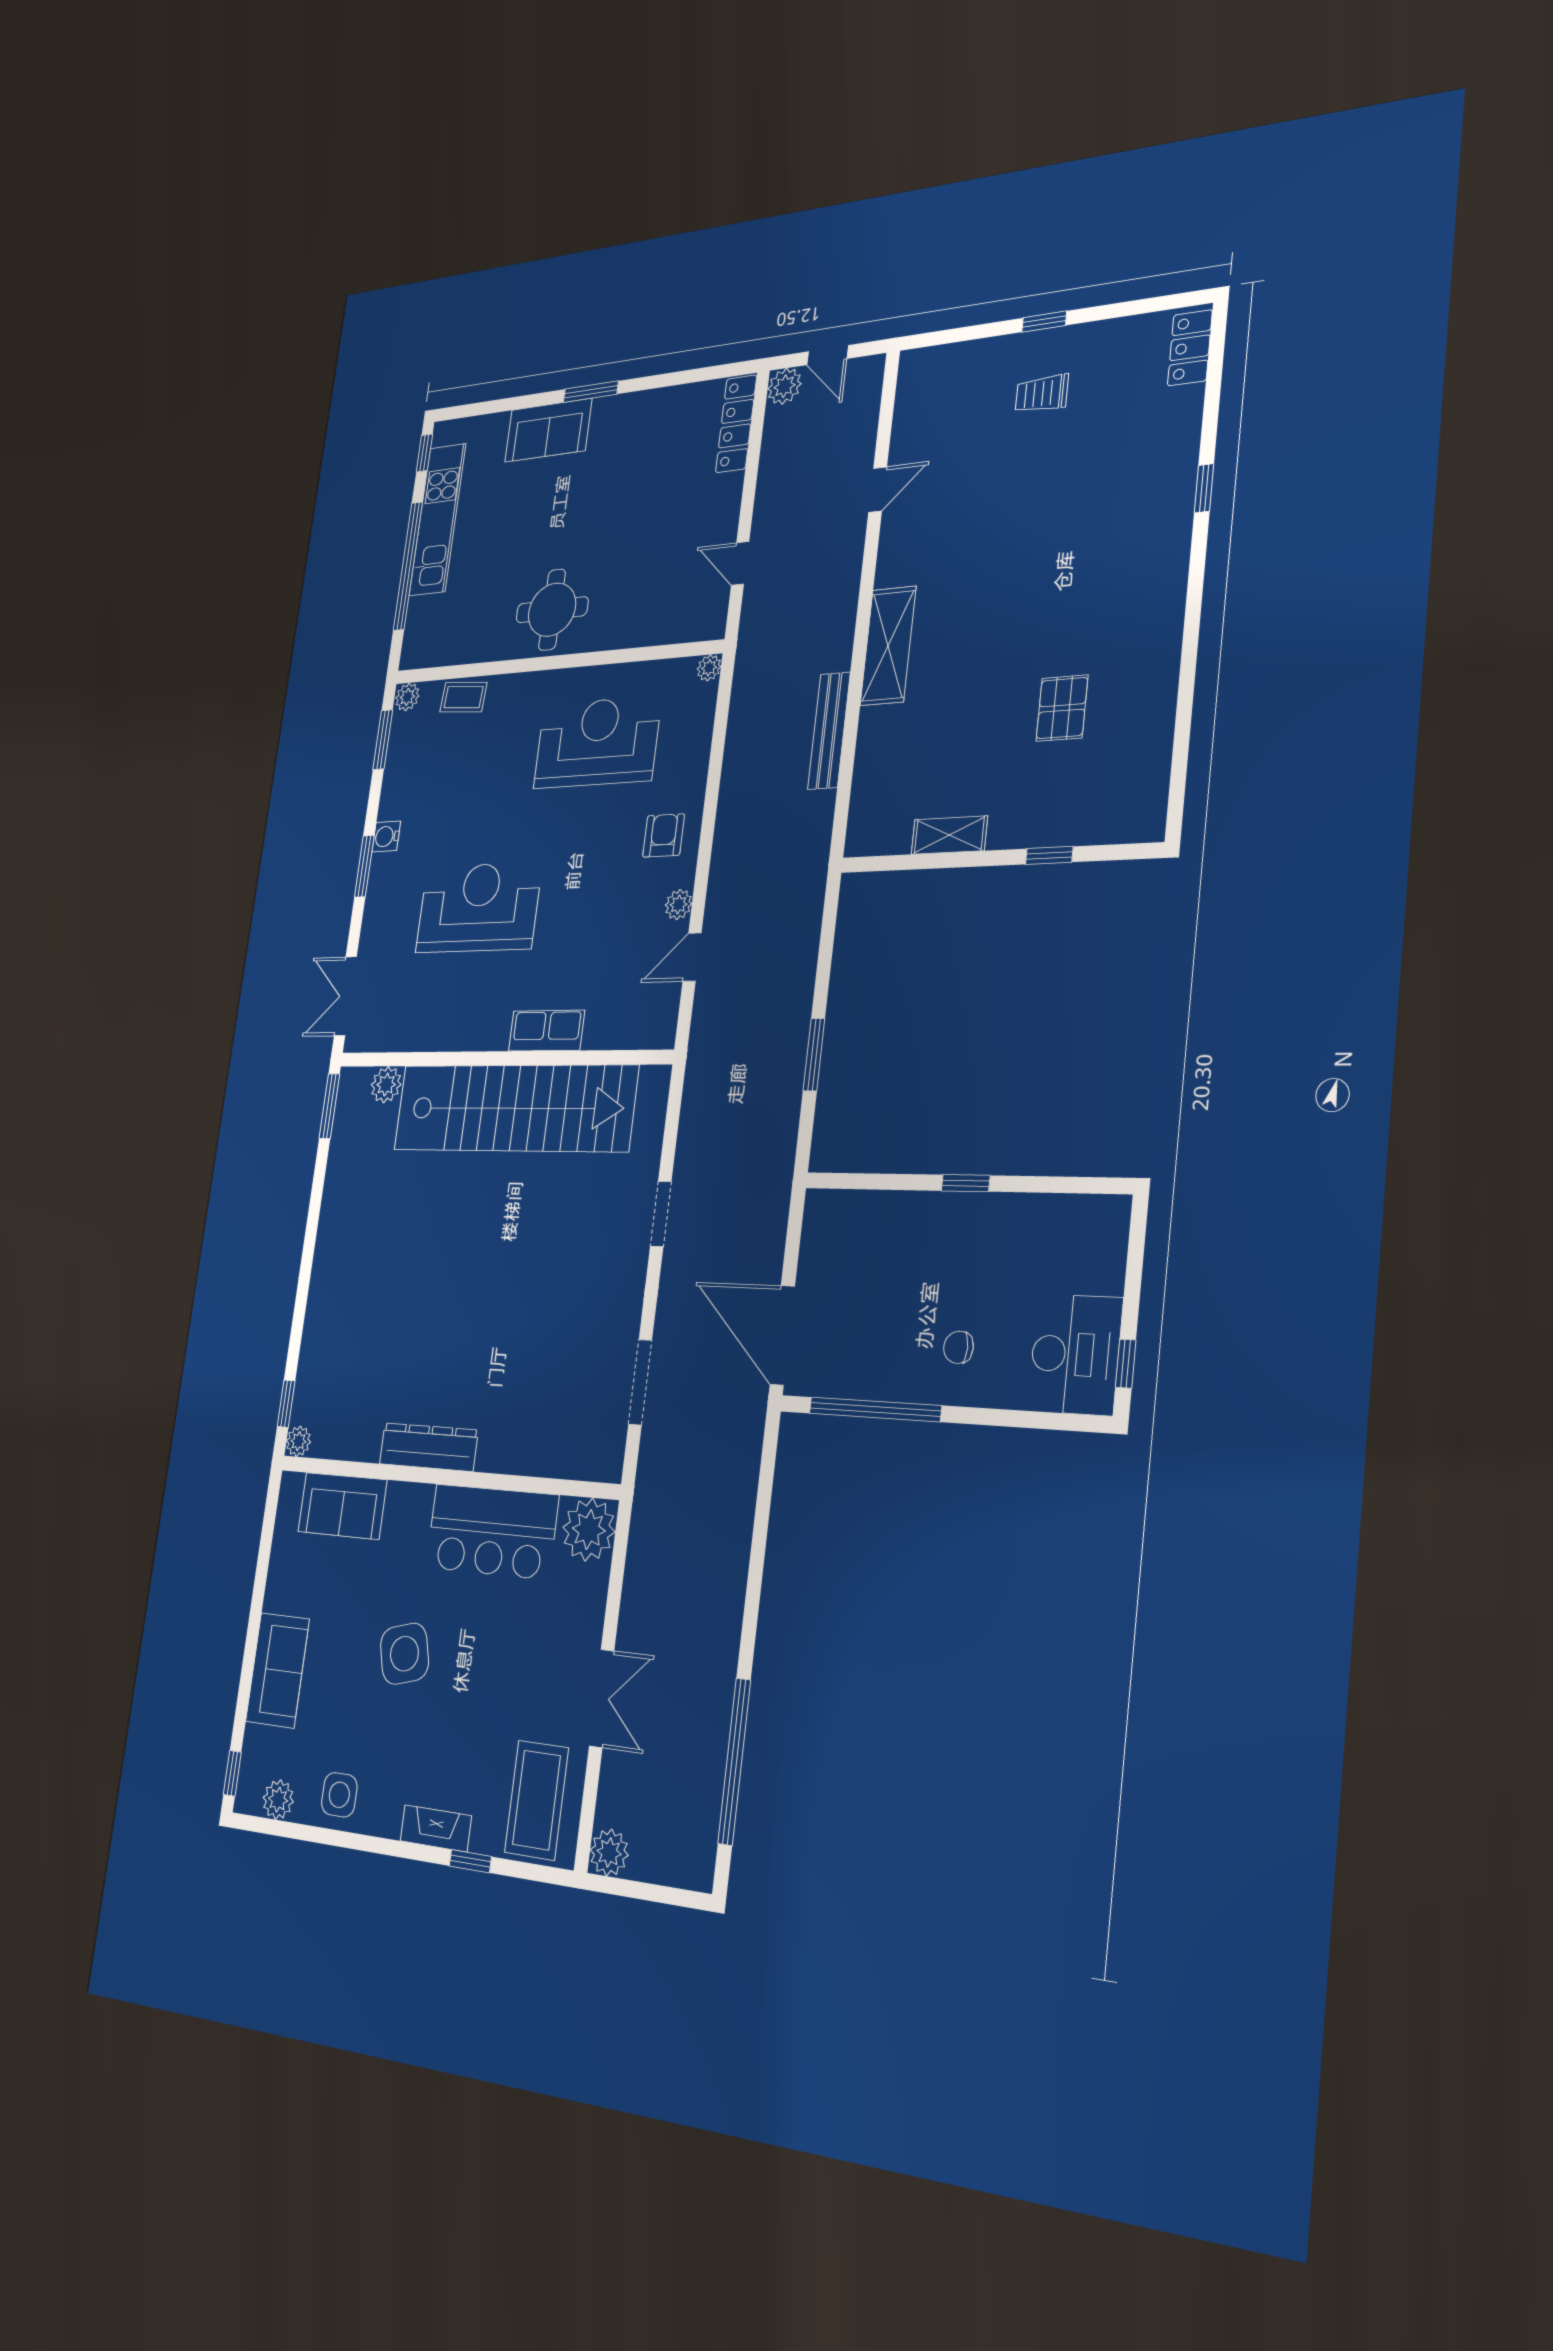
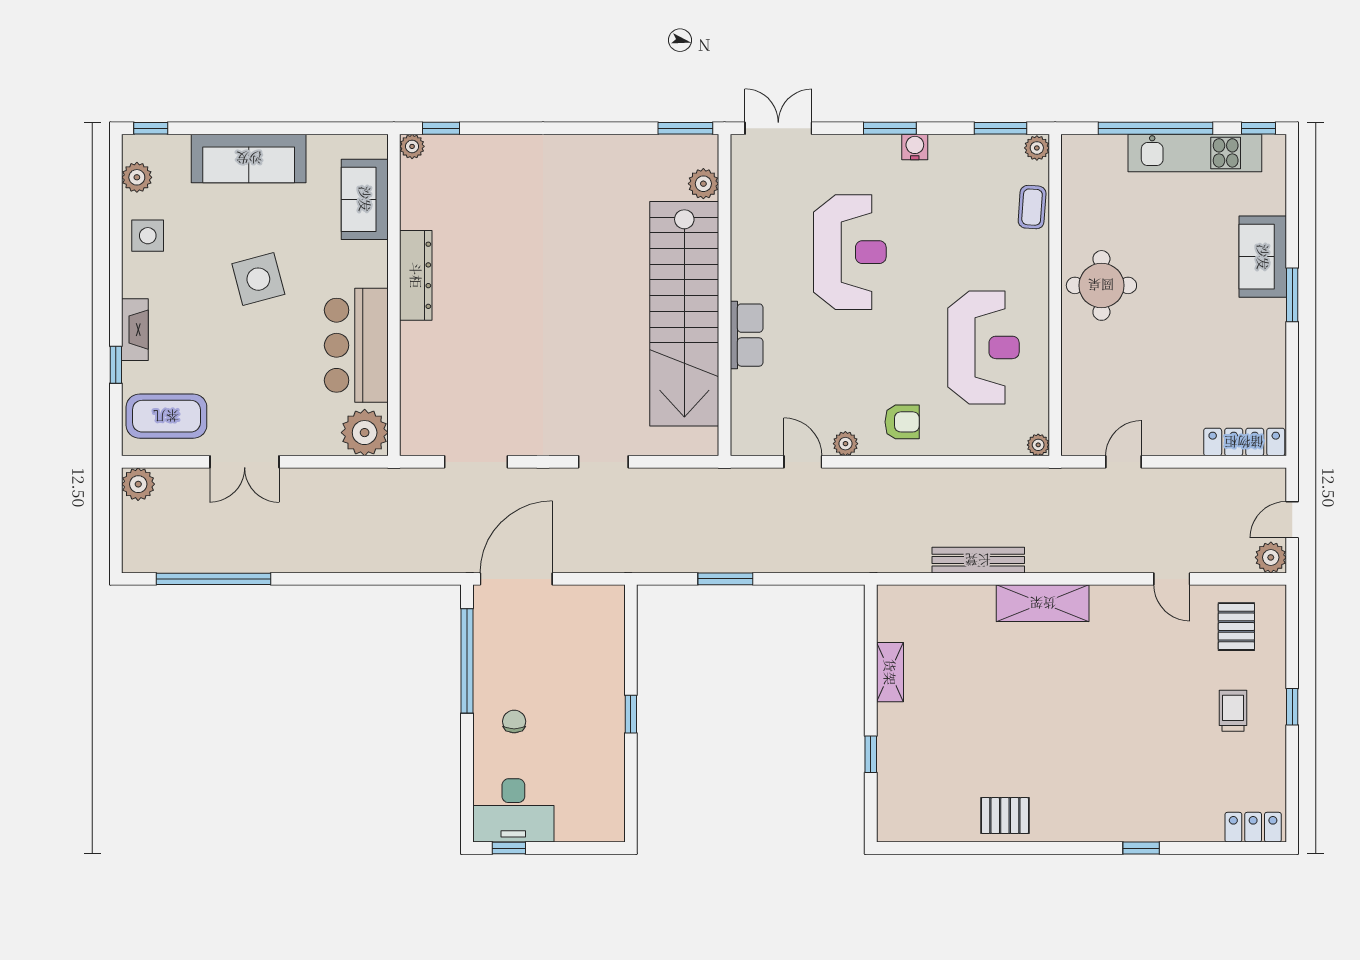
plant: (784, 386) -> (1271, 557), moved
pallet: (942, 404) -> (1236, 627), added
pallet: (1062, 708) -> (1005, 816), moved
sofa: (277, 1670) -> (249, 158), width x1.36

